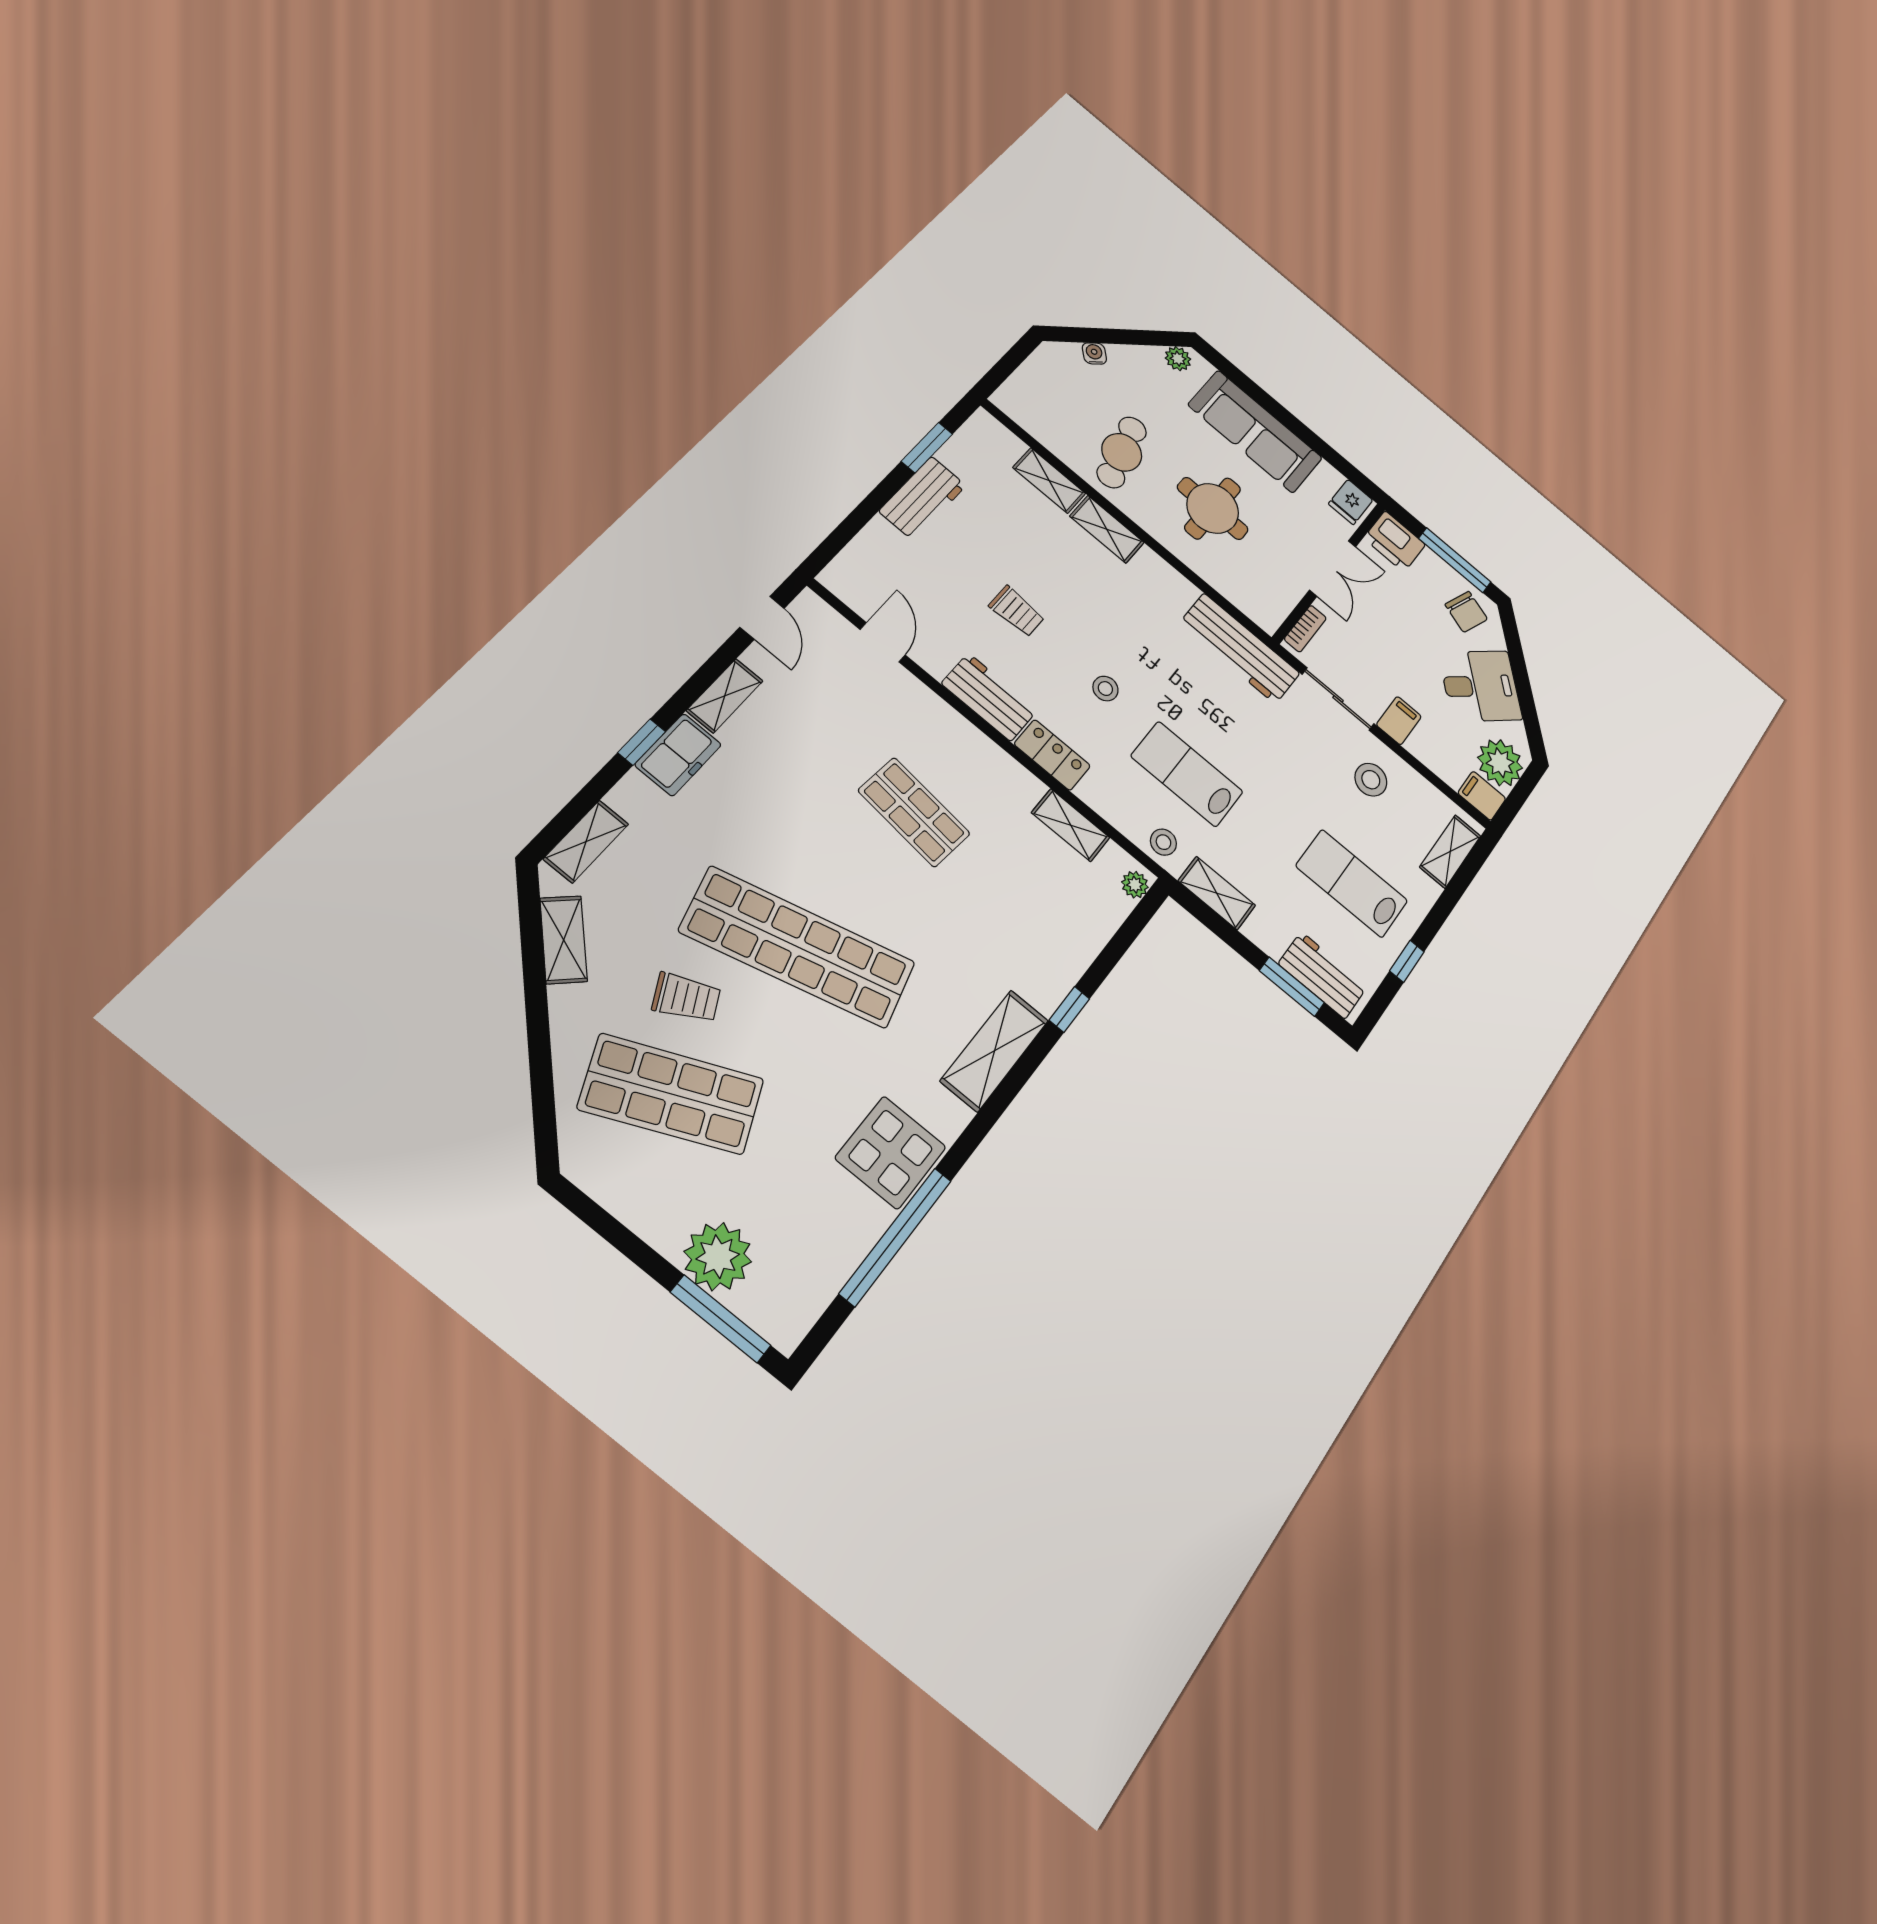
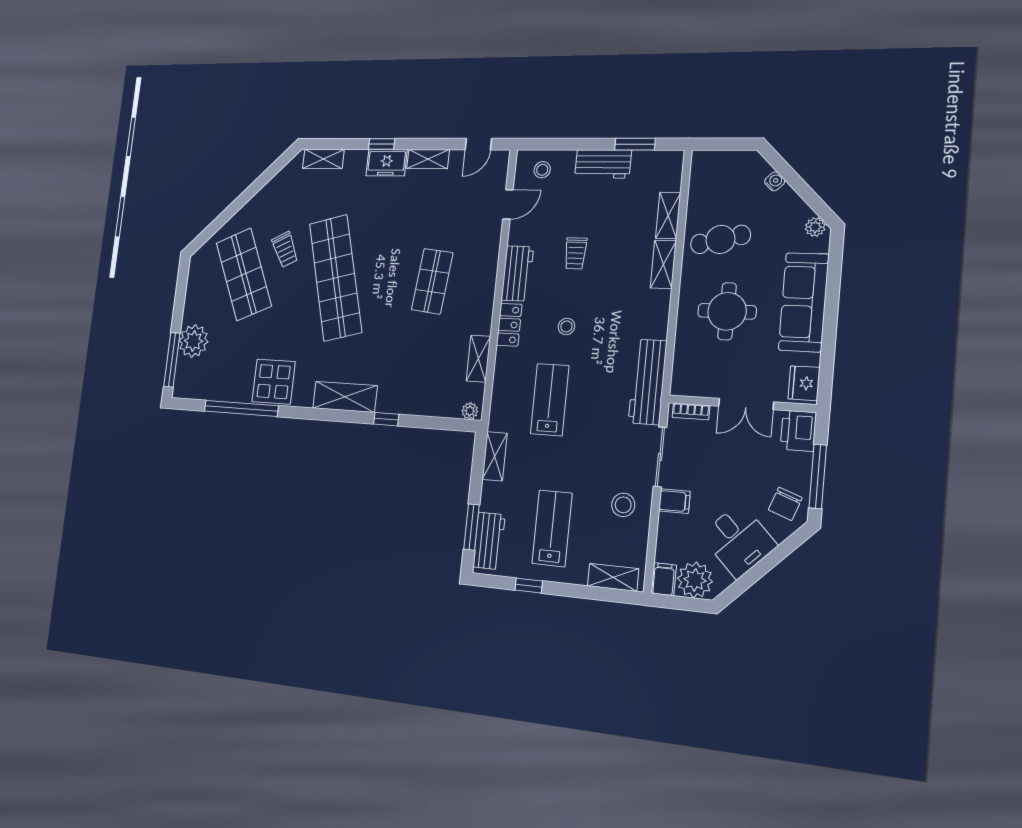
fridge: (1351, 502) -> (804, 383), width x1.38
stool: (1163, 842) -> (542, 170), moved
shelving: (564, 940) -> (278, 184), removed

